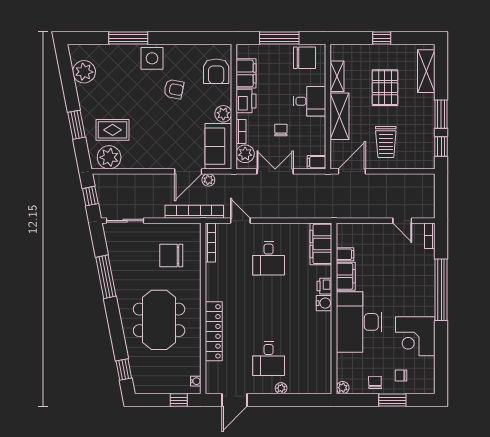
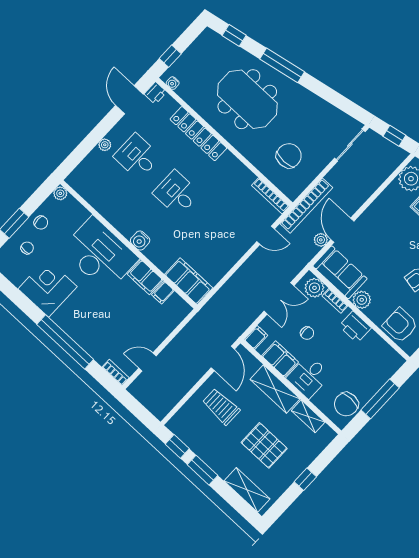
filing cabinet: (246, 73) -> (280, 359), moved, turned 180
desk: (269, 258) -> (176, 193), moved
window: (106, 277) -> (282, 65), moved
printer: (324, 286) -> (155, 93), moved, turned 90

